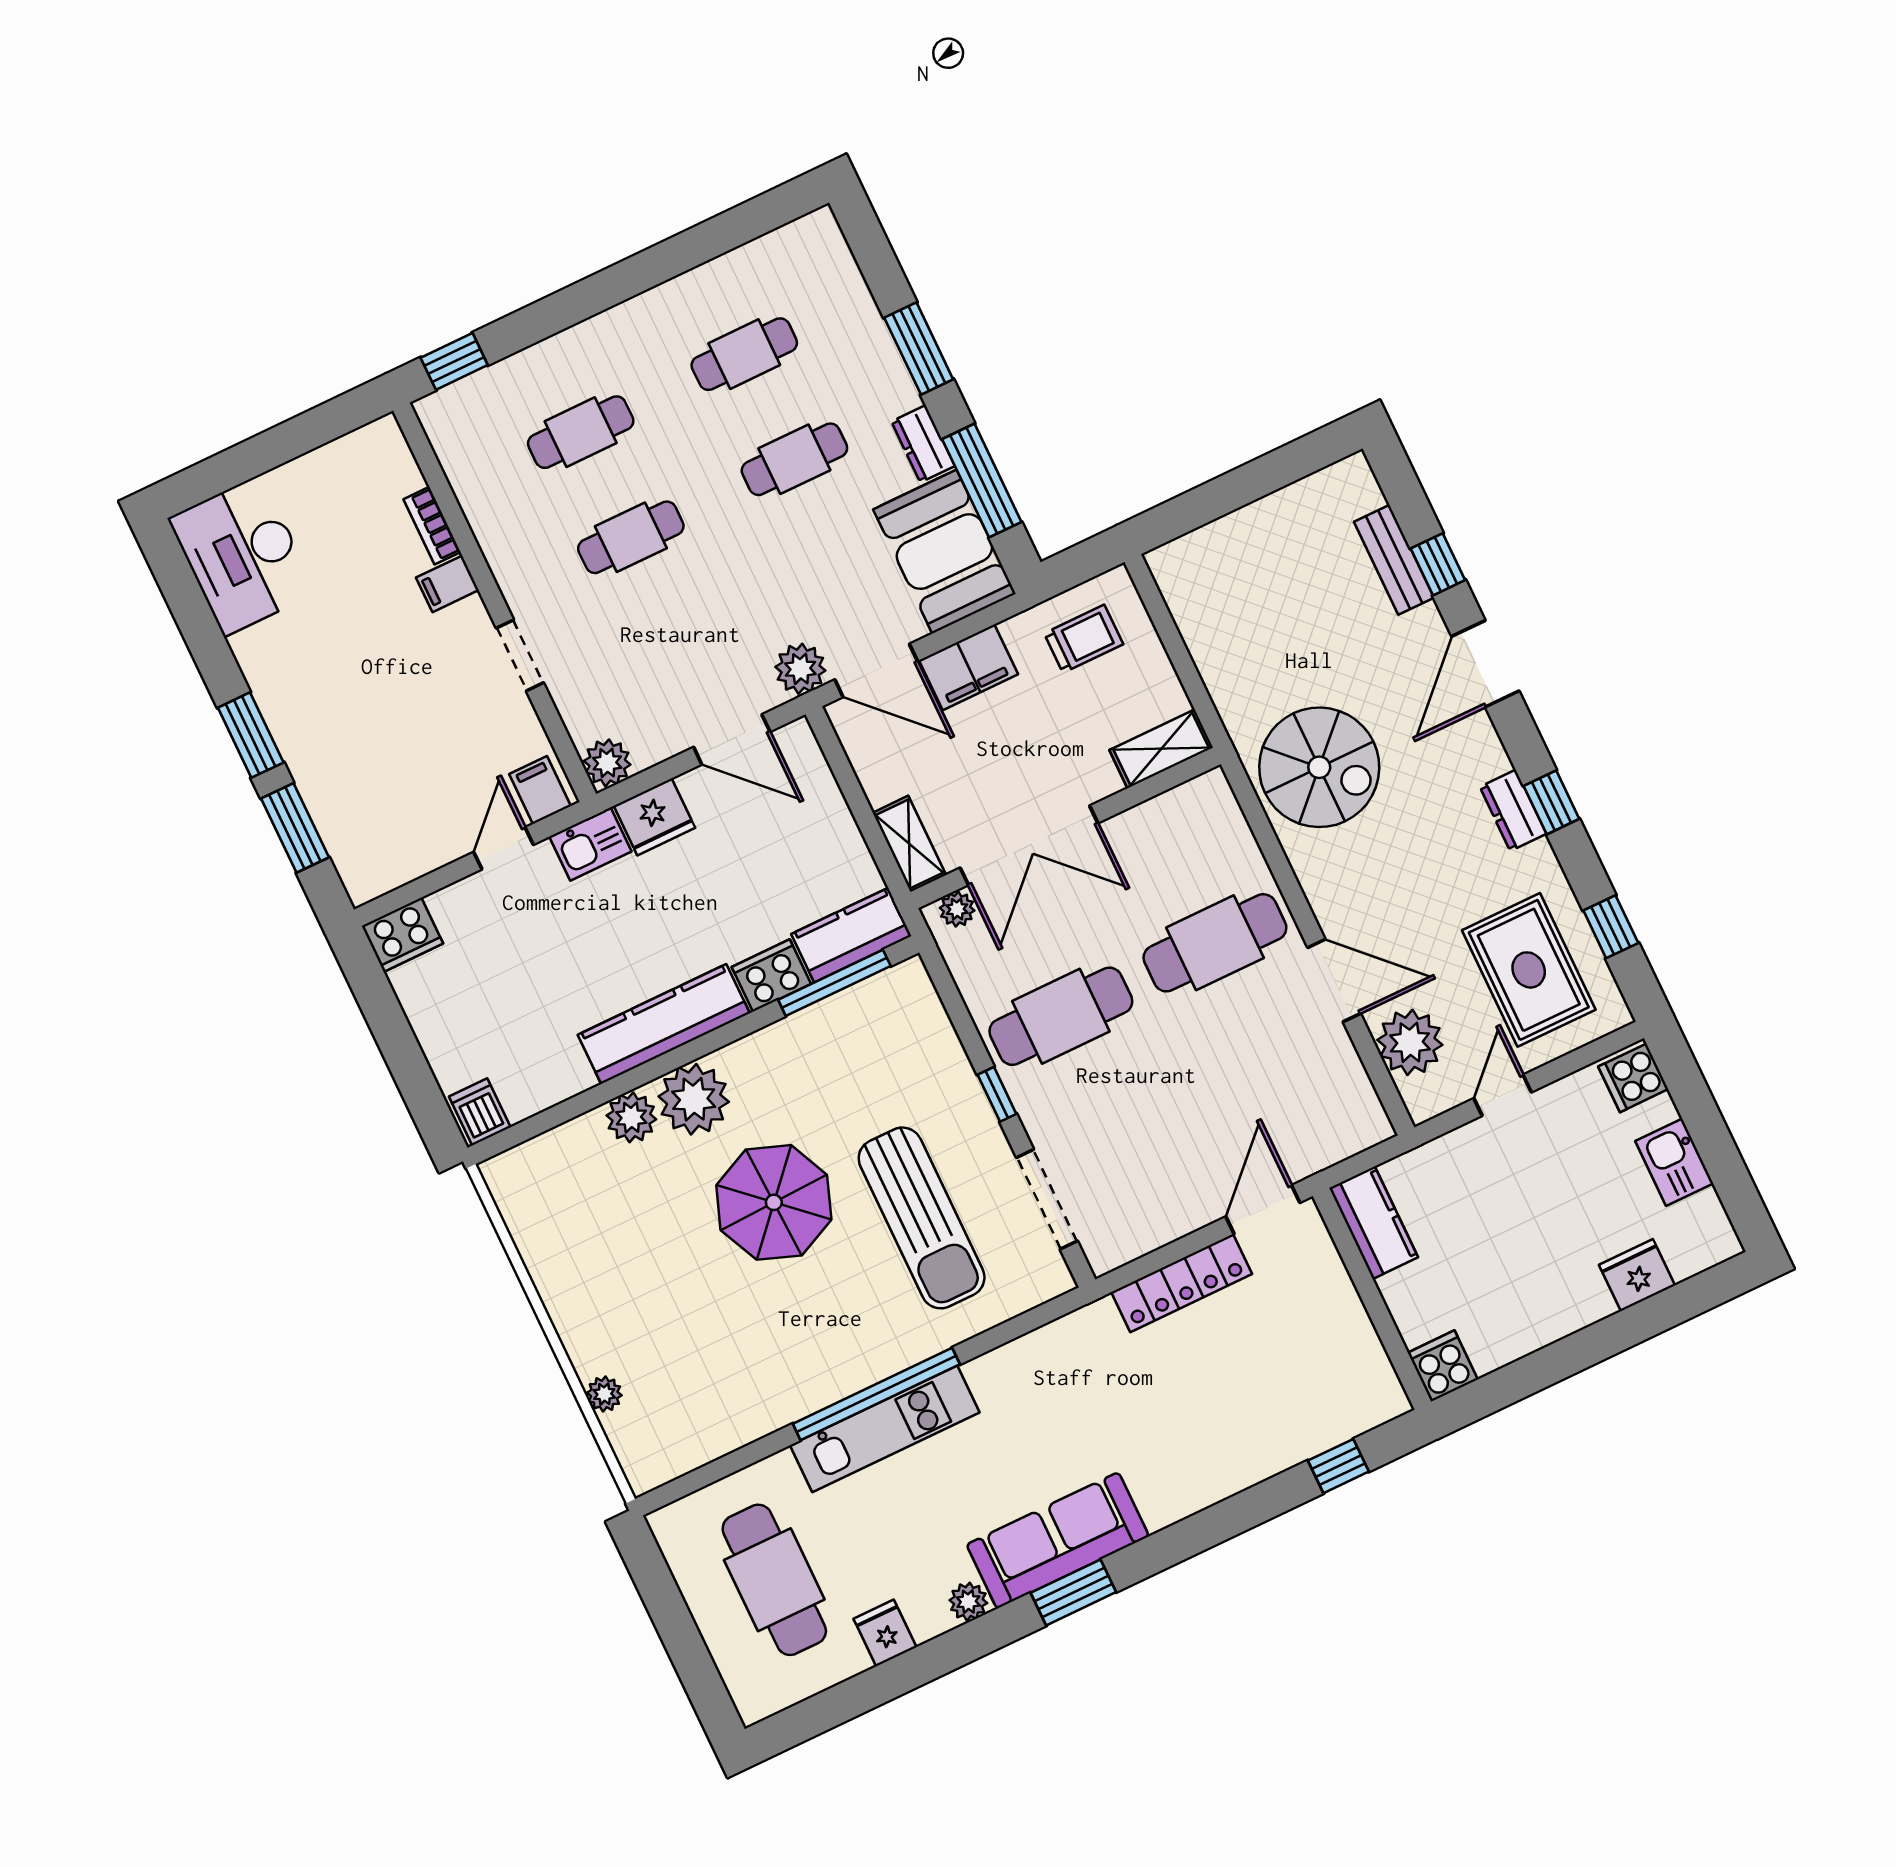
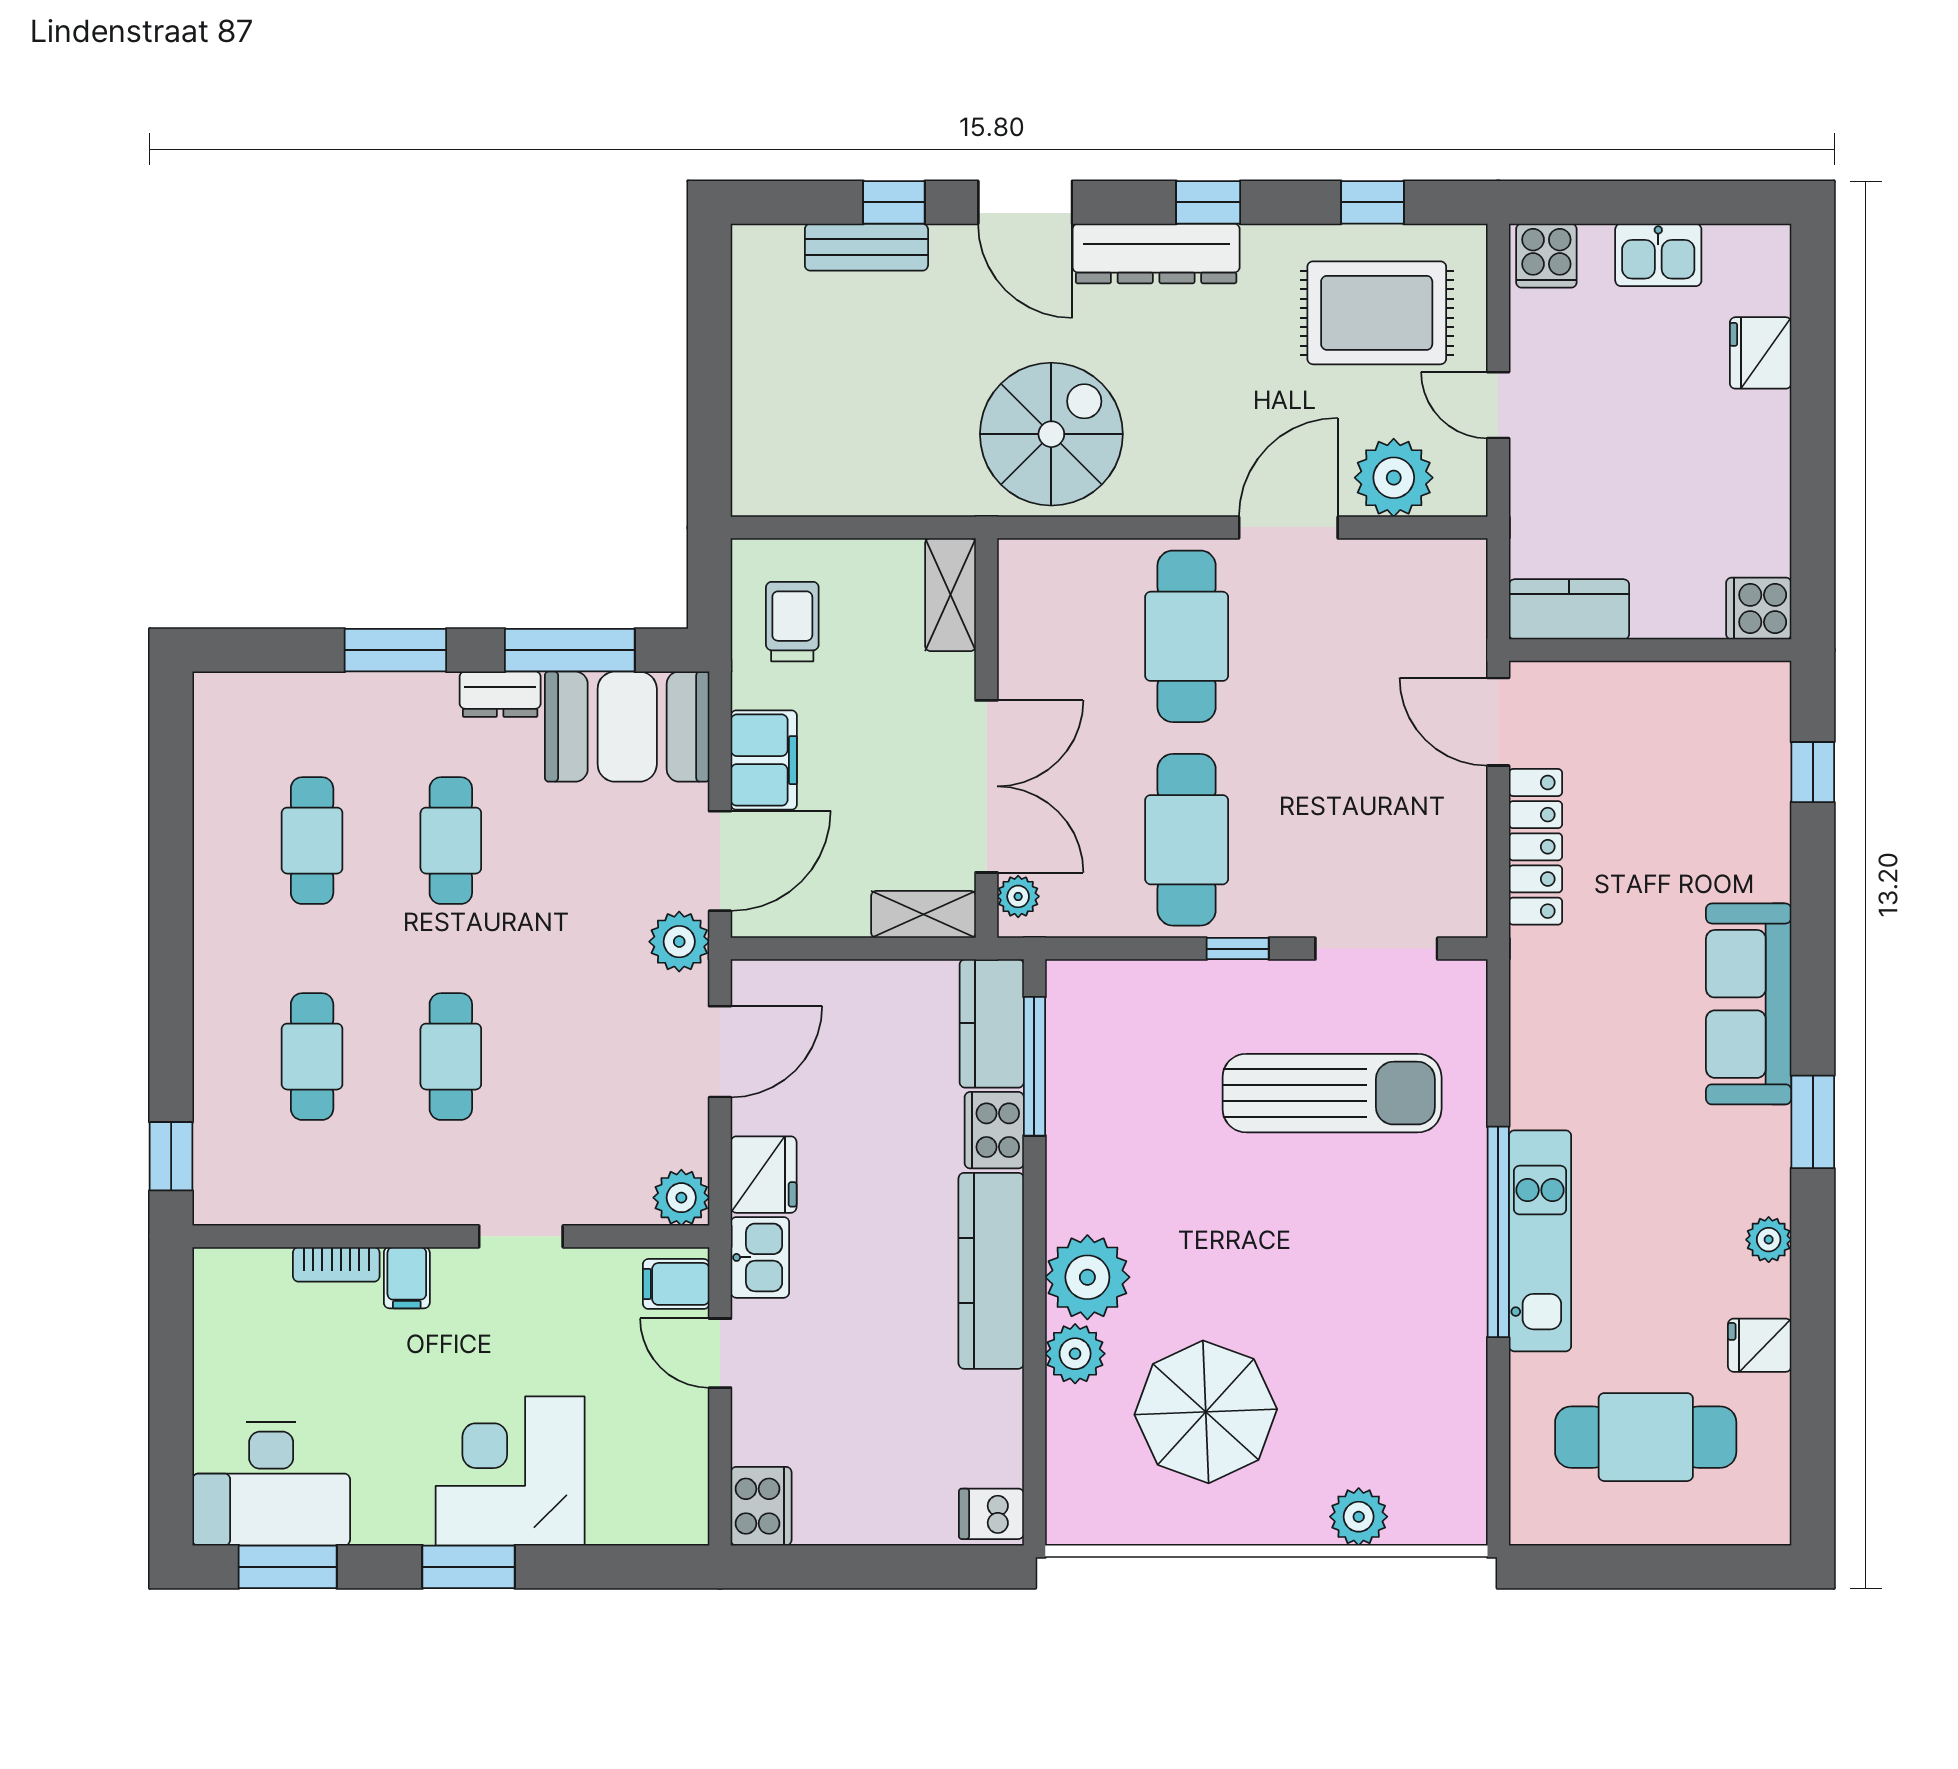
corner desk: (338, 732) -> (510, 1471), added
dresser: (1513, 810) -> (1156, 253), width x1.96, depth x1.24
window: (295, 828) -> (288, 1567), moved
parasol: (774, 1202) -> (1206, 1412), moved
plant: (604, 1394) -> (1359, 1517), width x1.38, depth x1.38
sofa: (1058, 1540) -> (1749, 1004), moved

